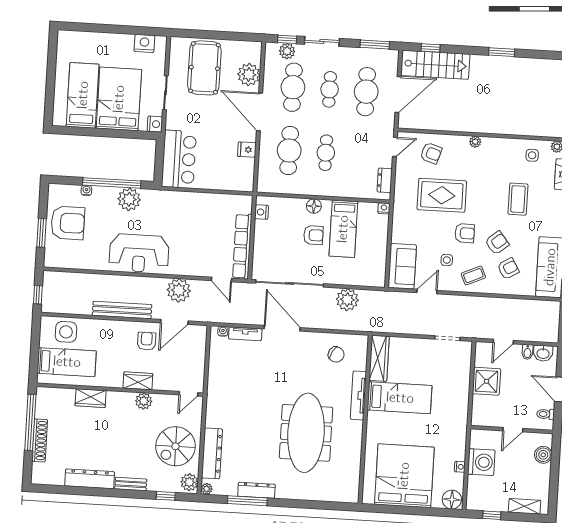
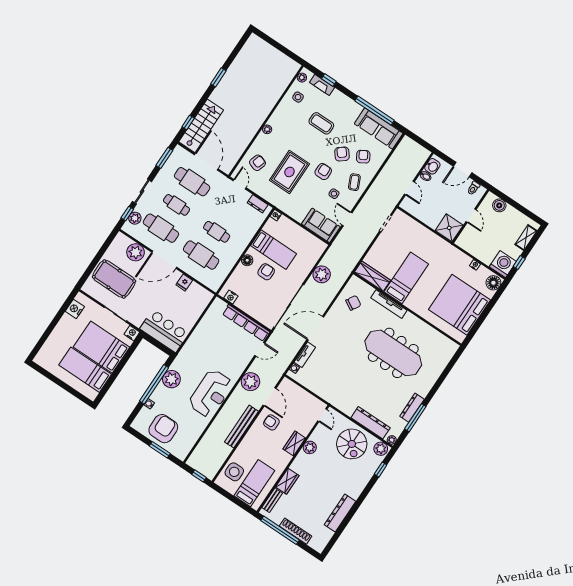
shower: (487, 381) -> (449, 228), moved
washing machine: (481, 462) -> (503, 264), moved
bench: (131, 484) -> (272, 500), moved

